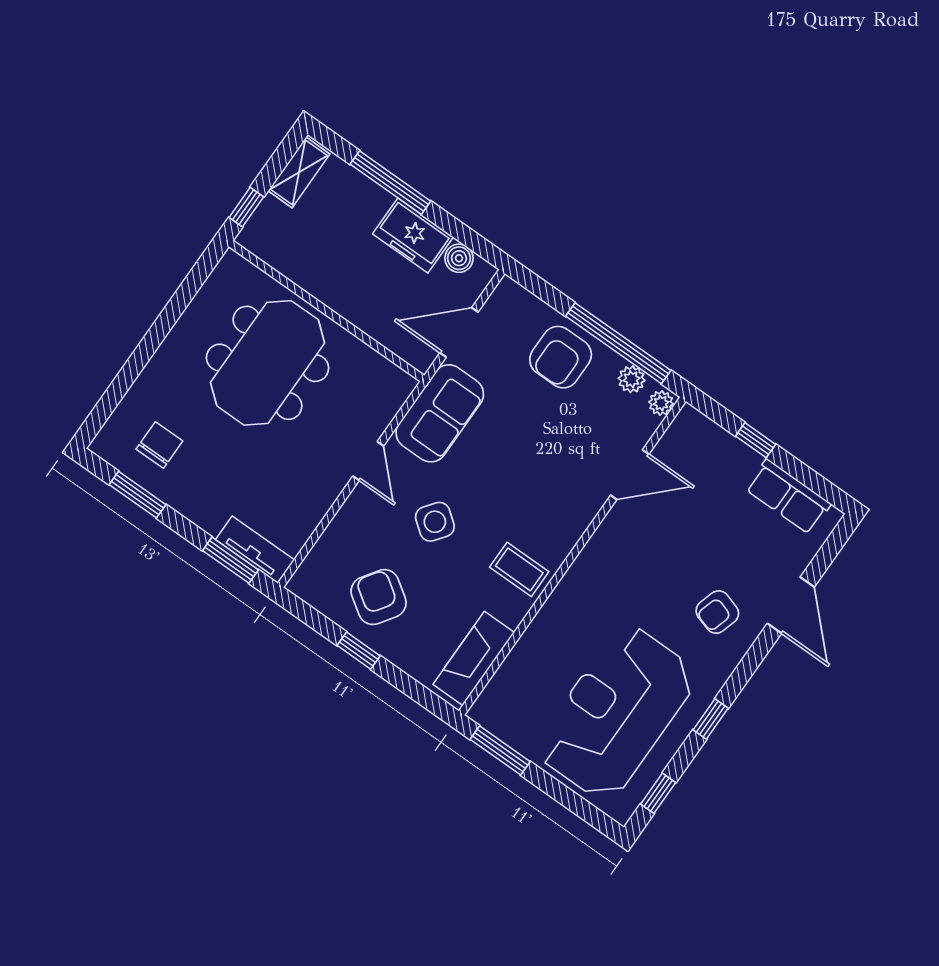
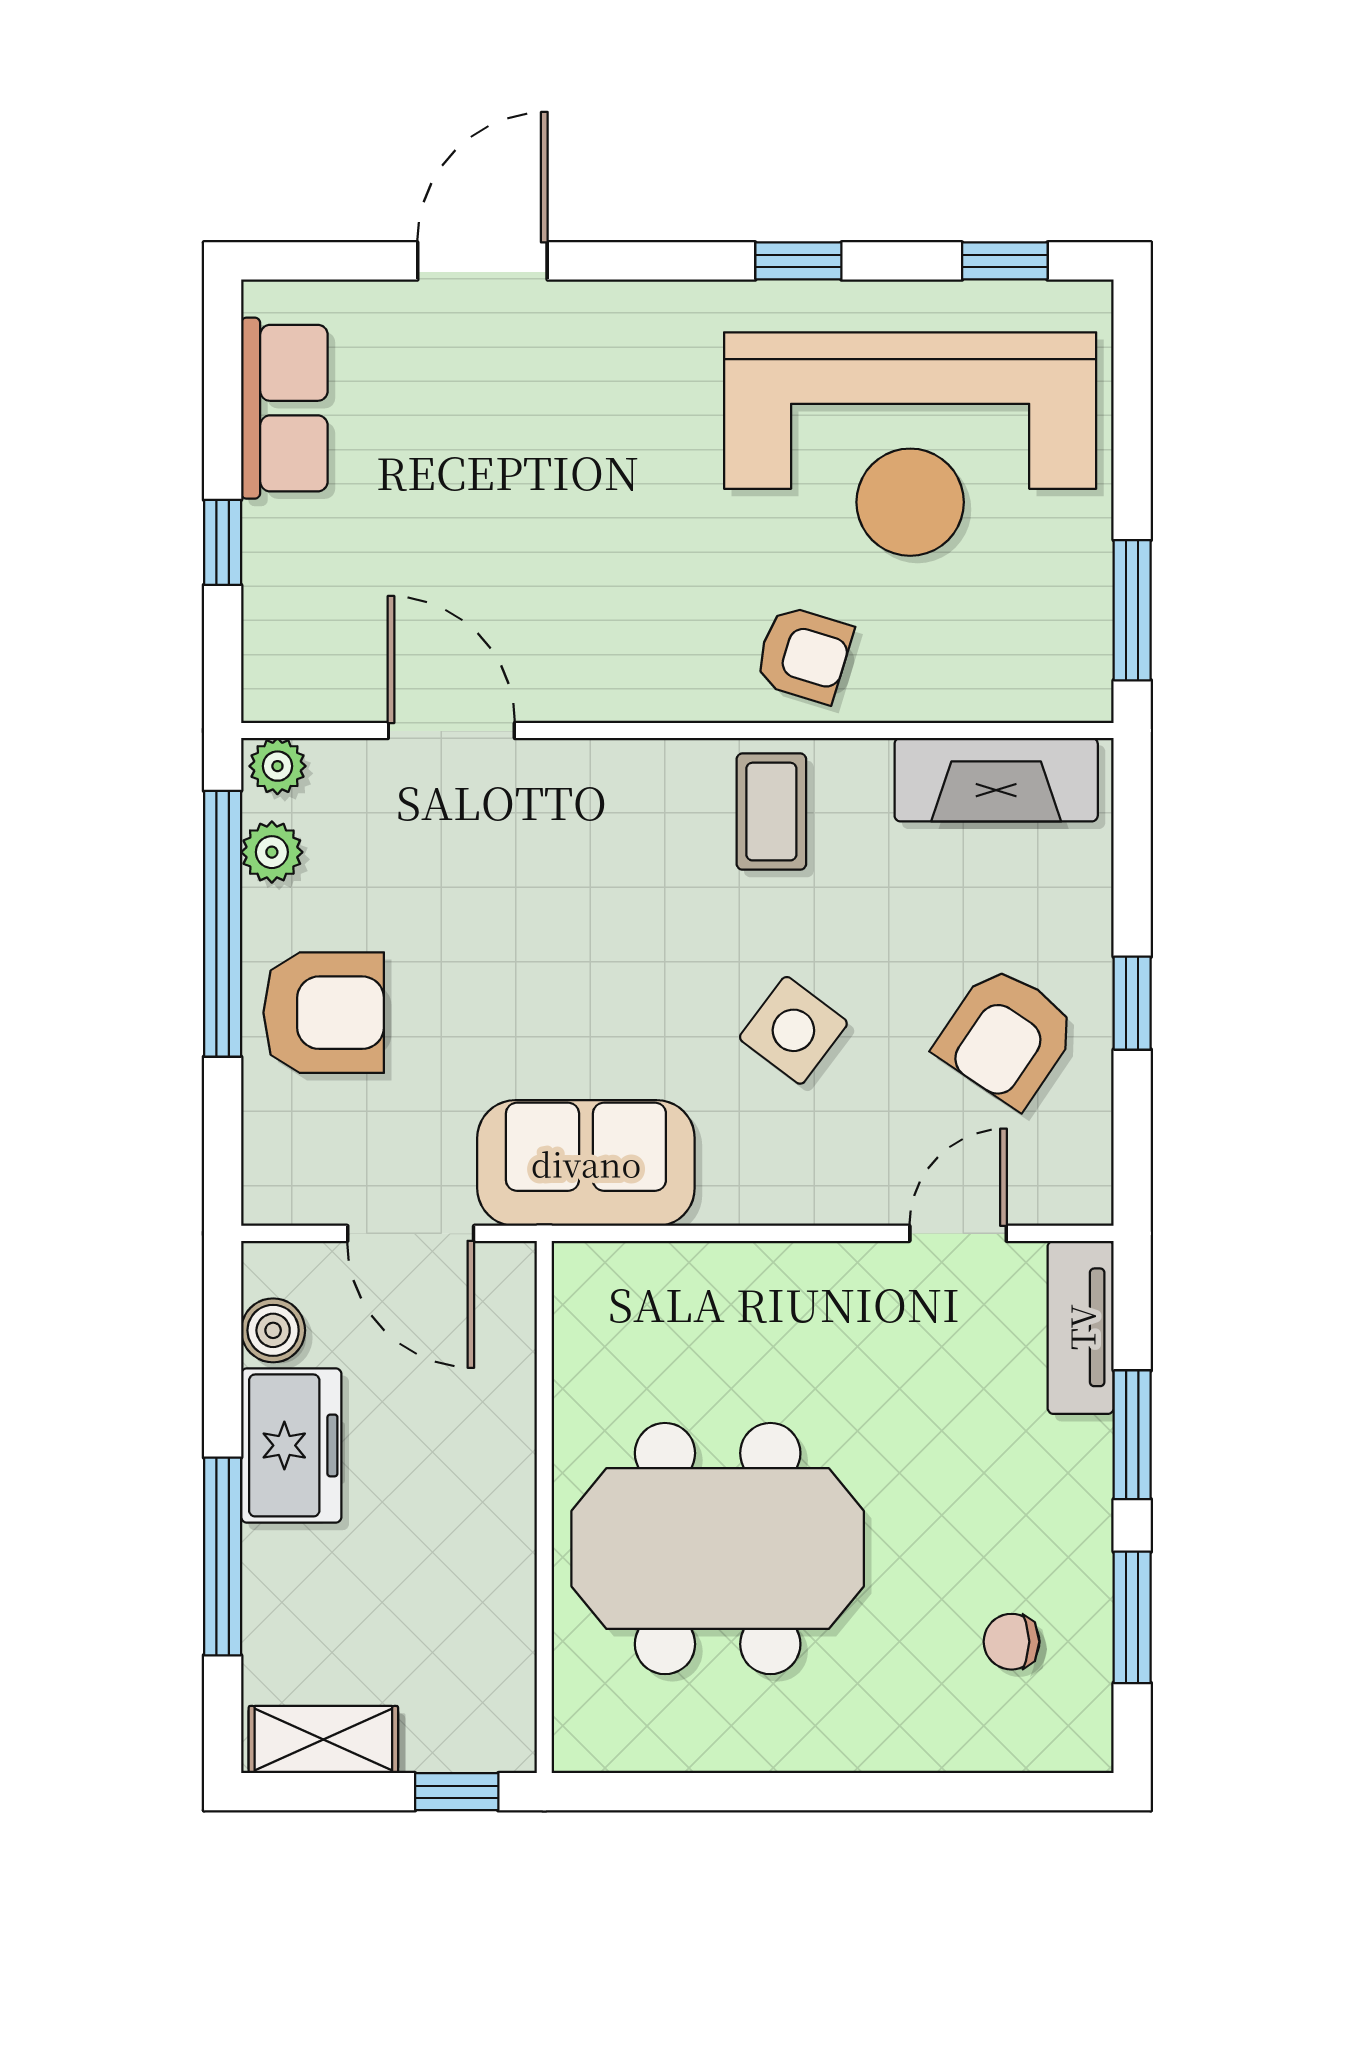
chair: (159, 445) -> (1012, 1642), width x0.73, depth x0.73
door: (368, 461) -> (958, 1233), moved
window: (230, 560) -> (1132, 1435), moved
armchair: (717, 612) -> (804, 654), moved

